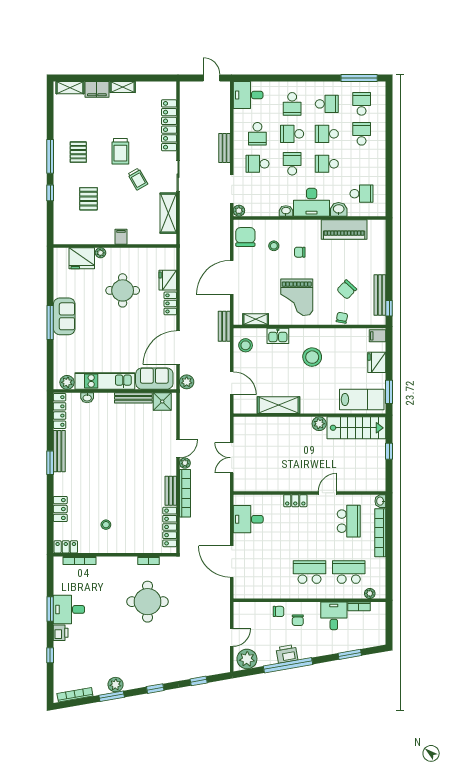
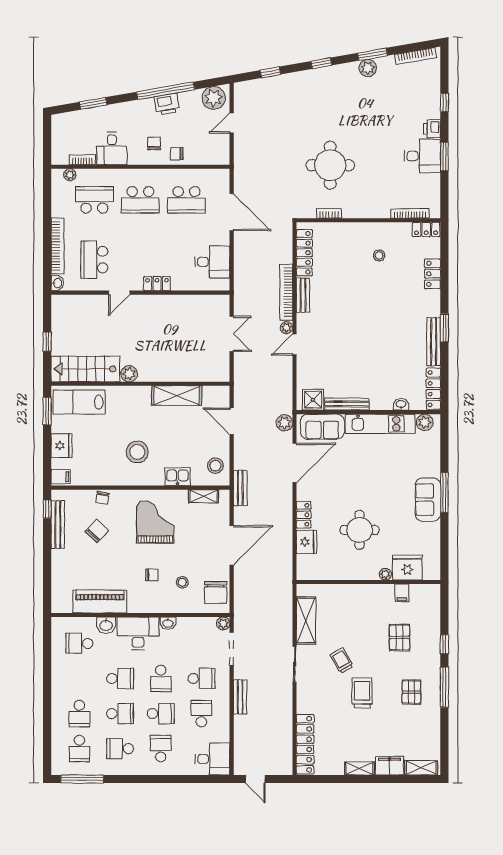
locker: (169, 125) -> (305, 744), moved
filing cabinet: (121, 237) -> (402, 593), moved
school desk: (270, 572) -> (186, 200), added
school desk: (349, 572) -> (94, 200), turned 180

